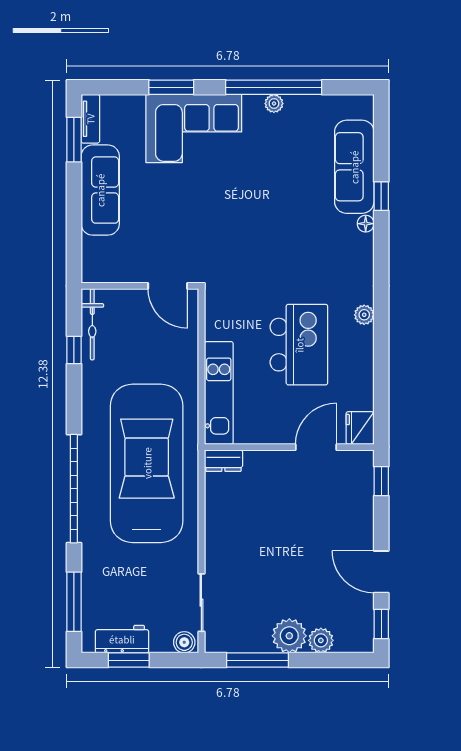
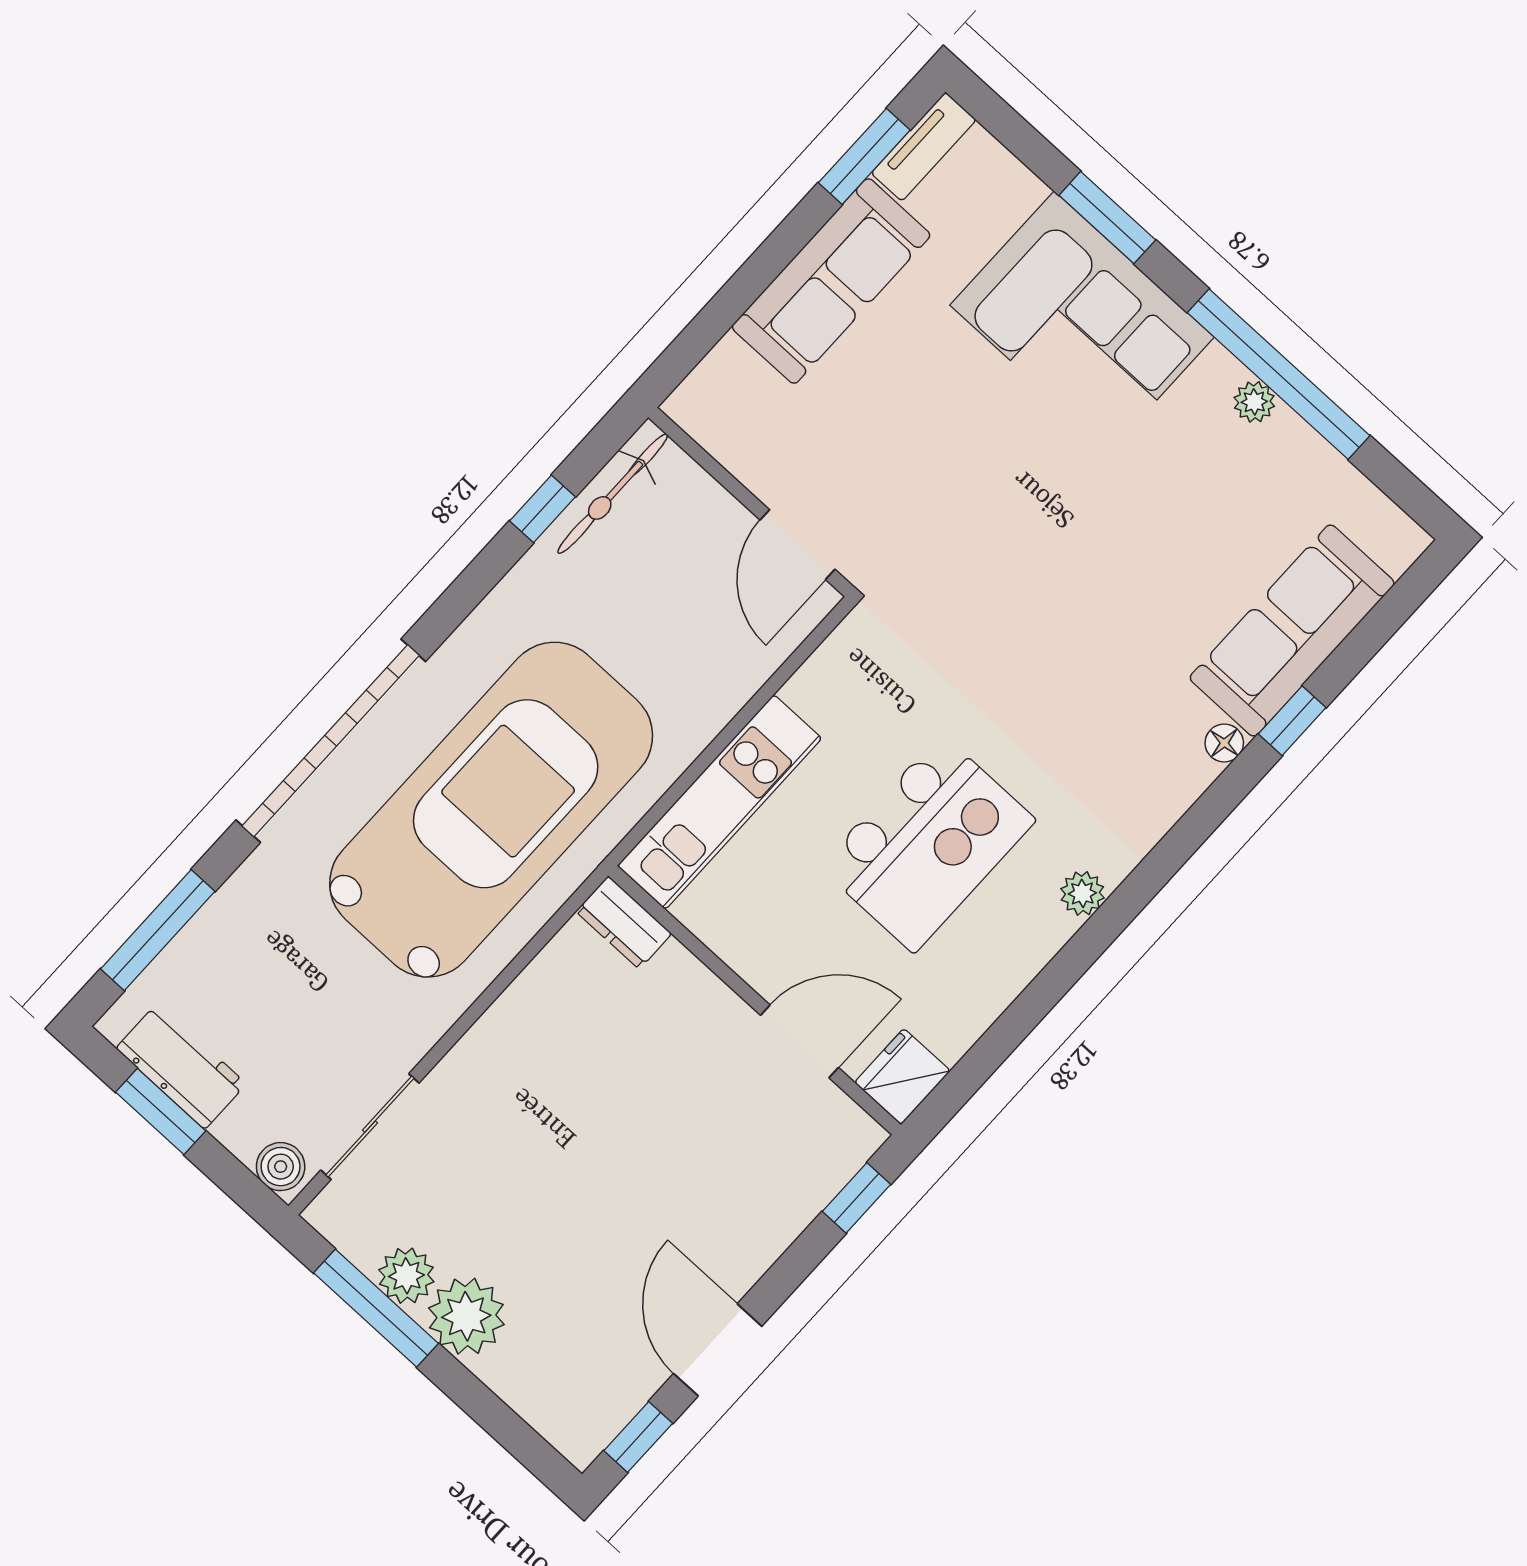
plant: (321, 640) -> (406, 1276), moved

